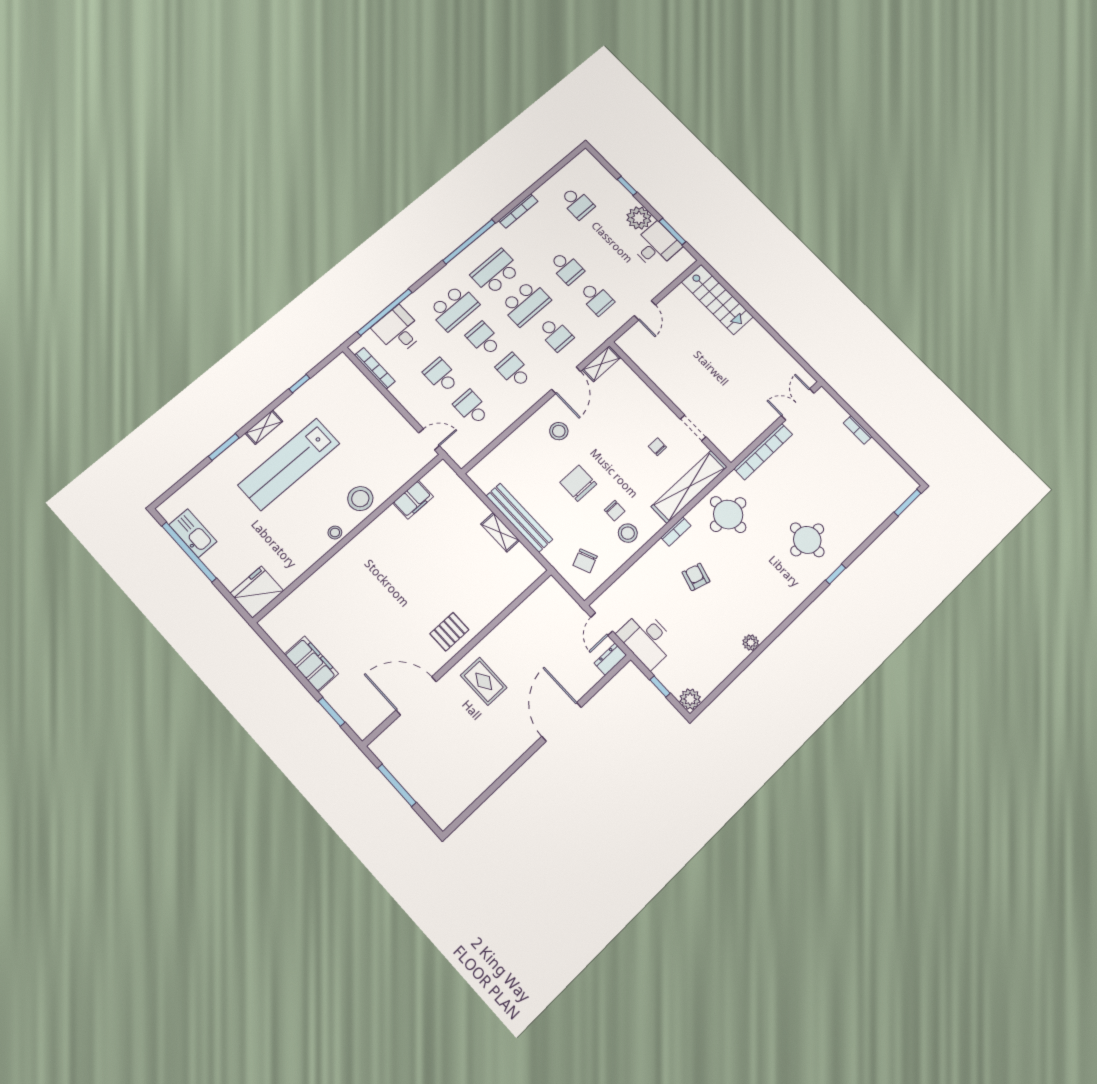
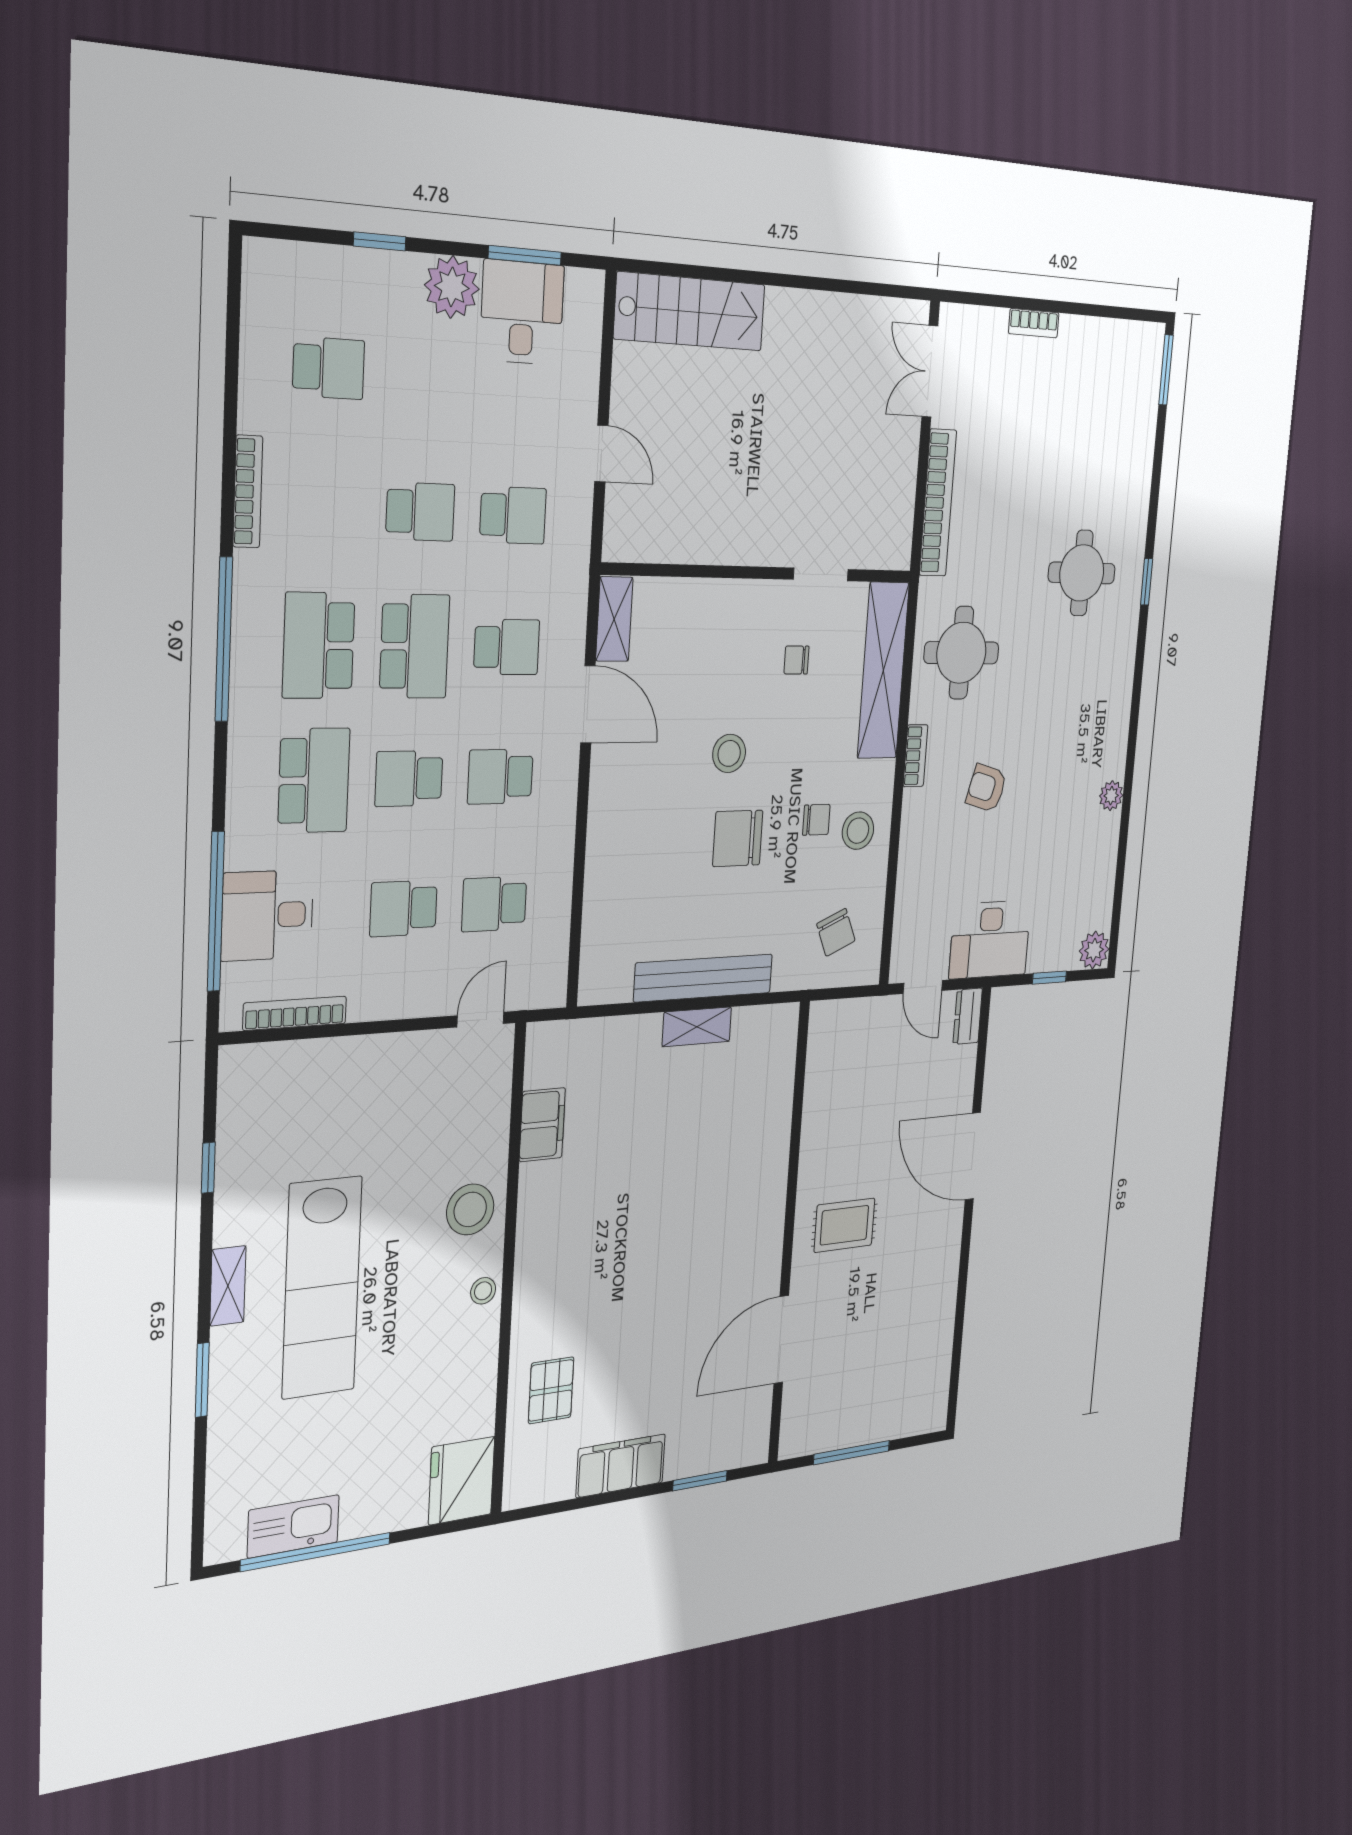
stool: (559, 431) -> (729, 753), moved
pallet: (449, 632) -> (551, 1390), moved

